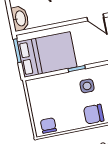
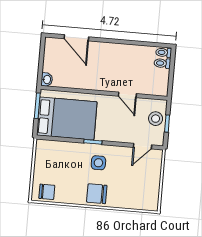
washbasin: (20, 18) -> (47, 79), width x0.52, depth x0.69
chair: (48, 125) -> (47, 192), turned 90

